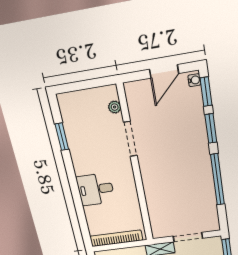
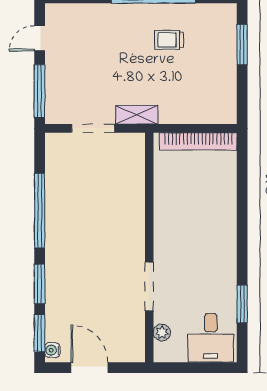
door: (164, 71) -> (89, 368), hinge flipped
desk: (95, 189) -> (211, 338), moved, turned 90

